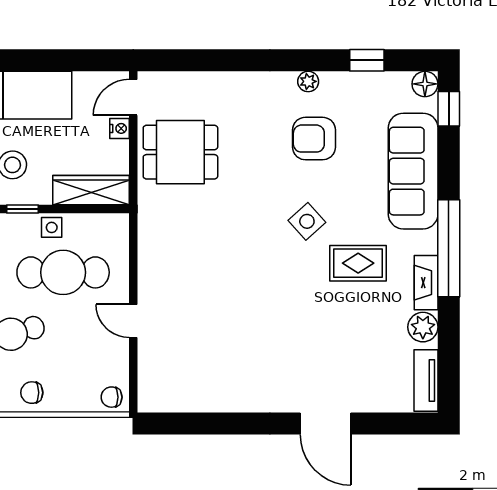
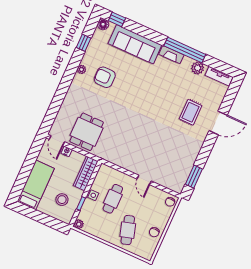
armchair: (314, 139) -> (105, 77), turned 90
side table: (307, 221) -> (136, 95), removed
window: (449, 248) -> (185, 50), moved
rug: (358, 263) -> (191, 112), moved
cafe table: (63, 272) -> (113, 199), width x0.73, depth x0.74
fireplace: (426, 283) -> (171, 55), moved
door: (133, 321) -> (144, 180), hinge flipped
window: (188, 423) -> (194, 177), added

